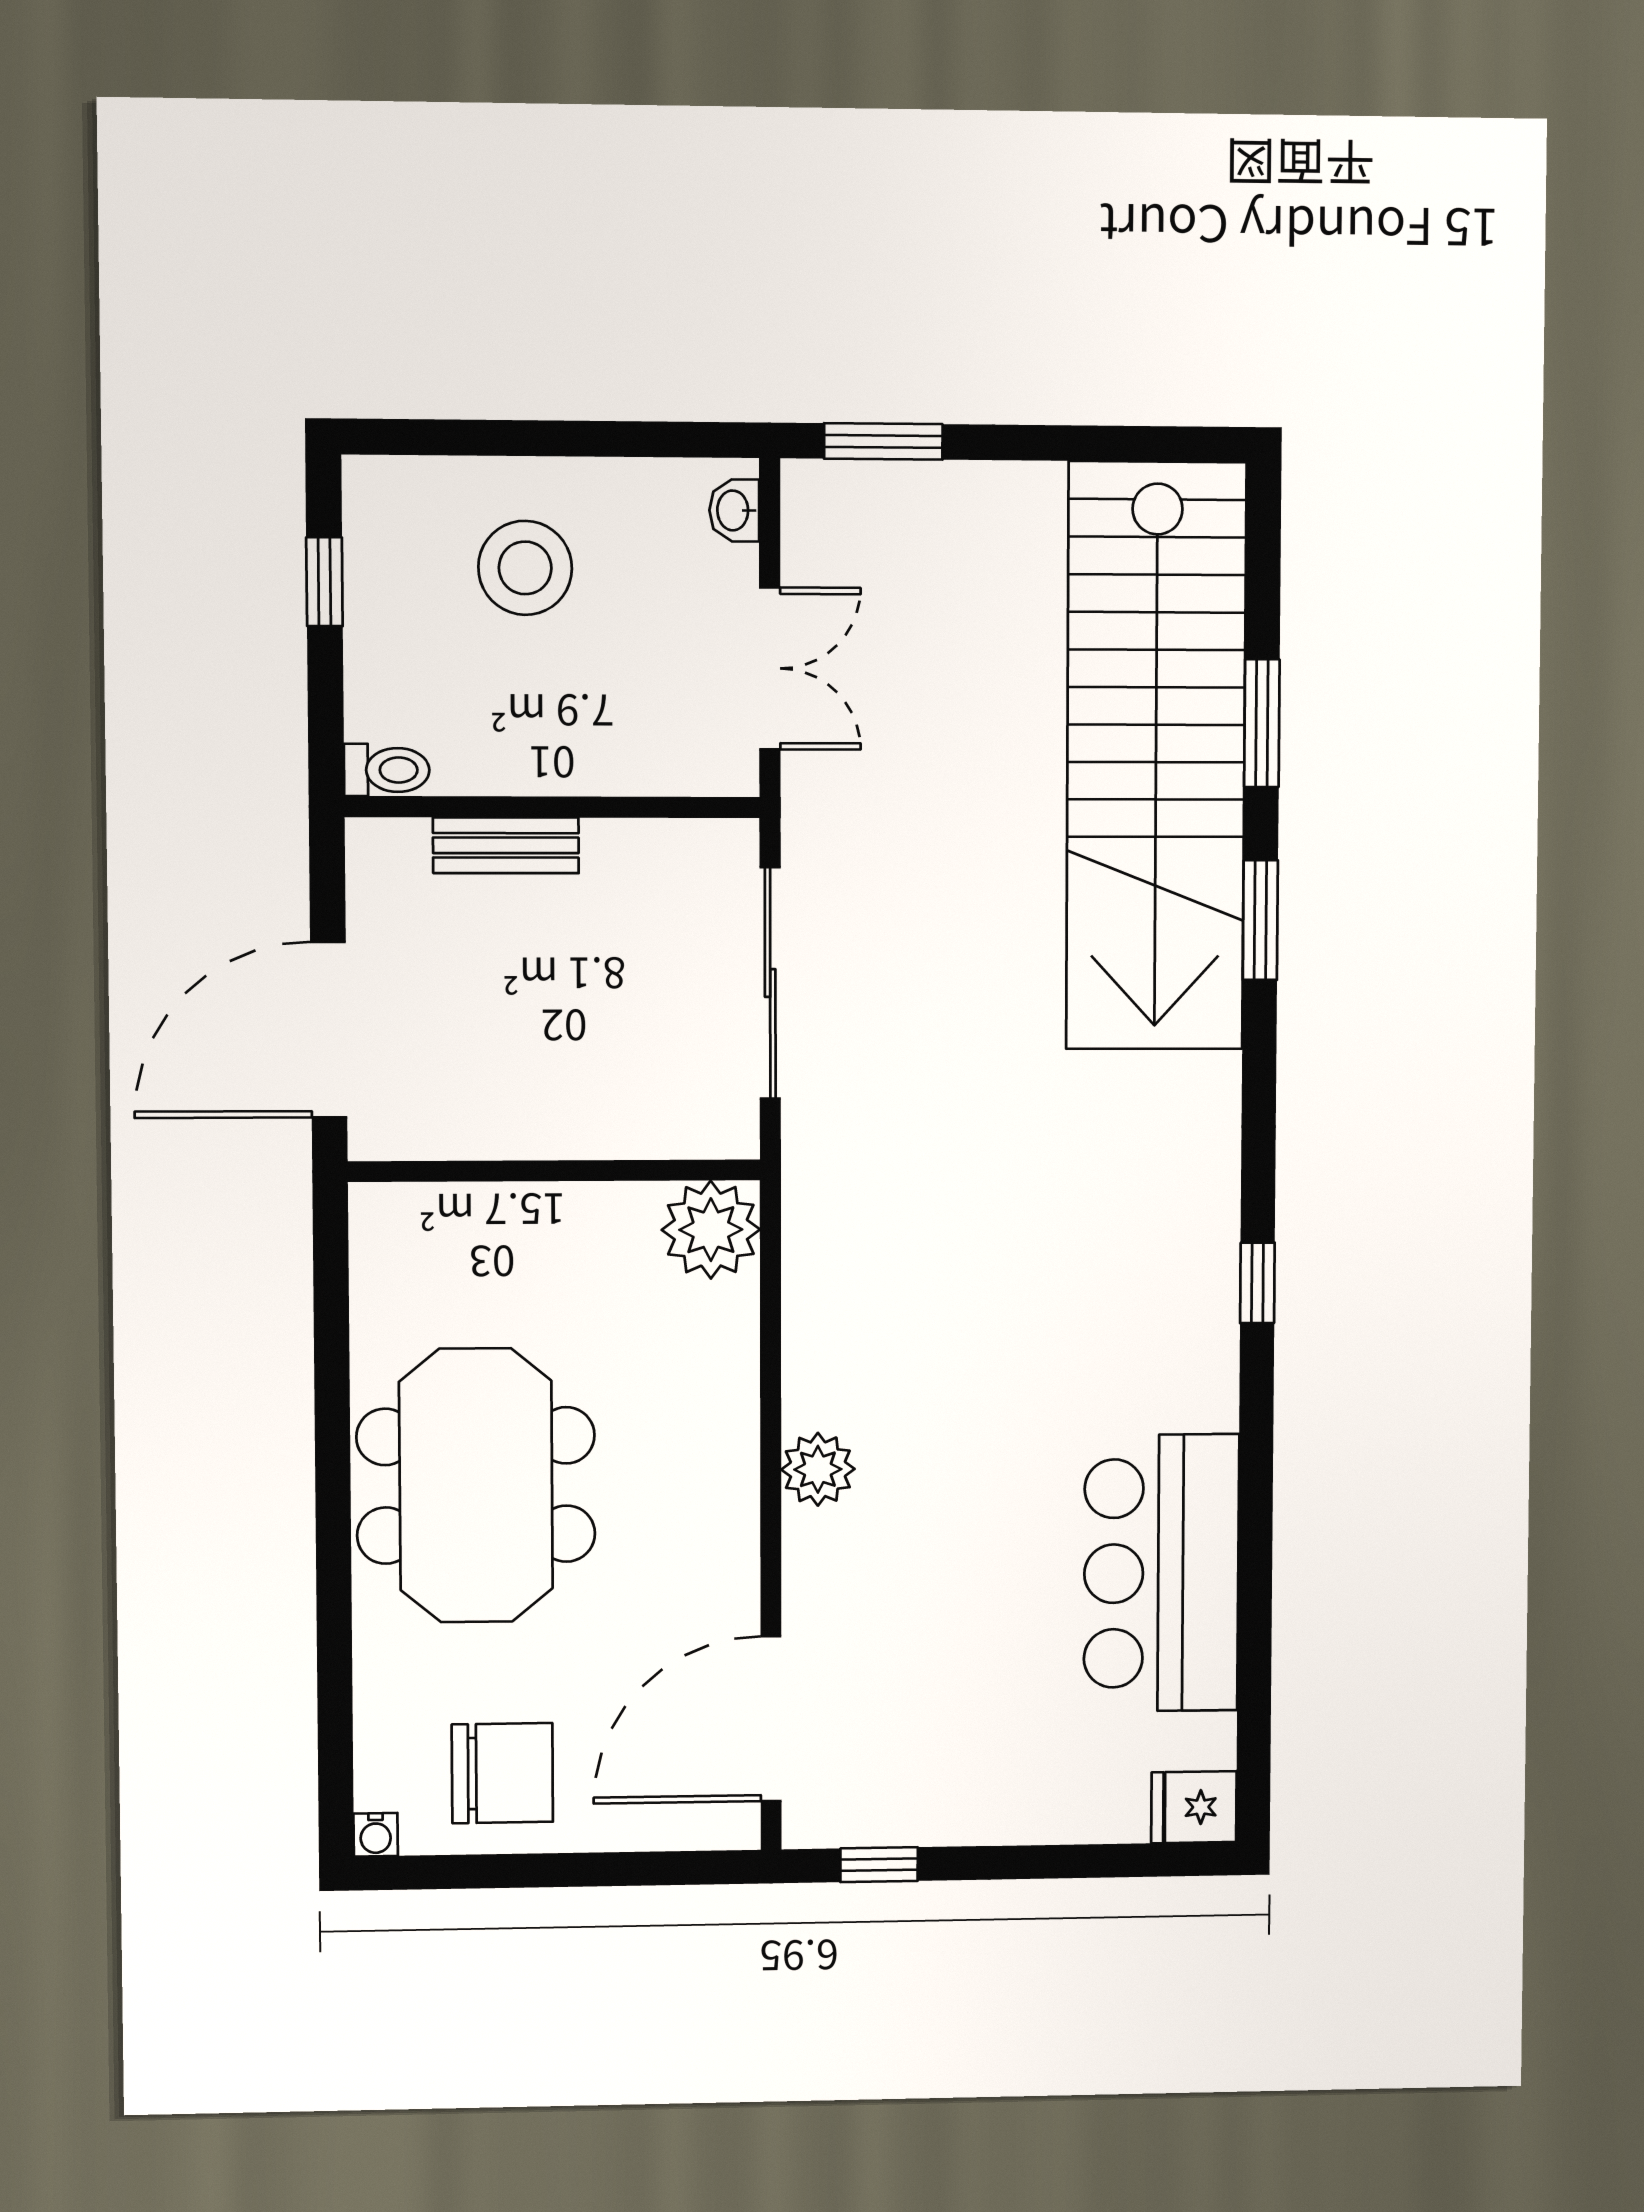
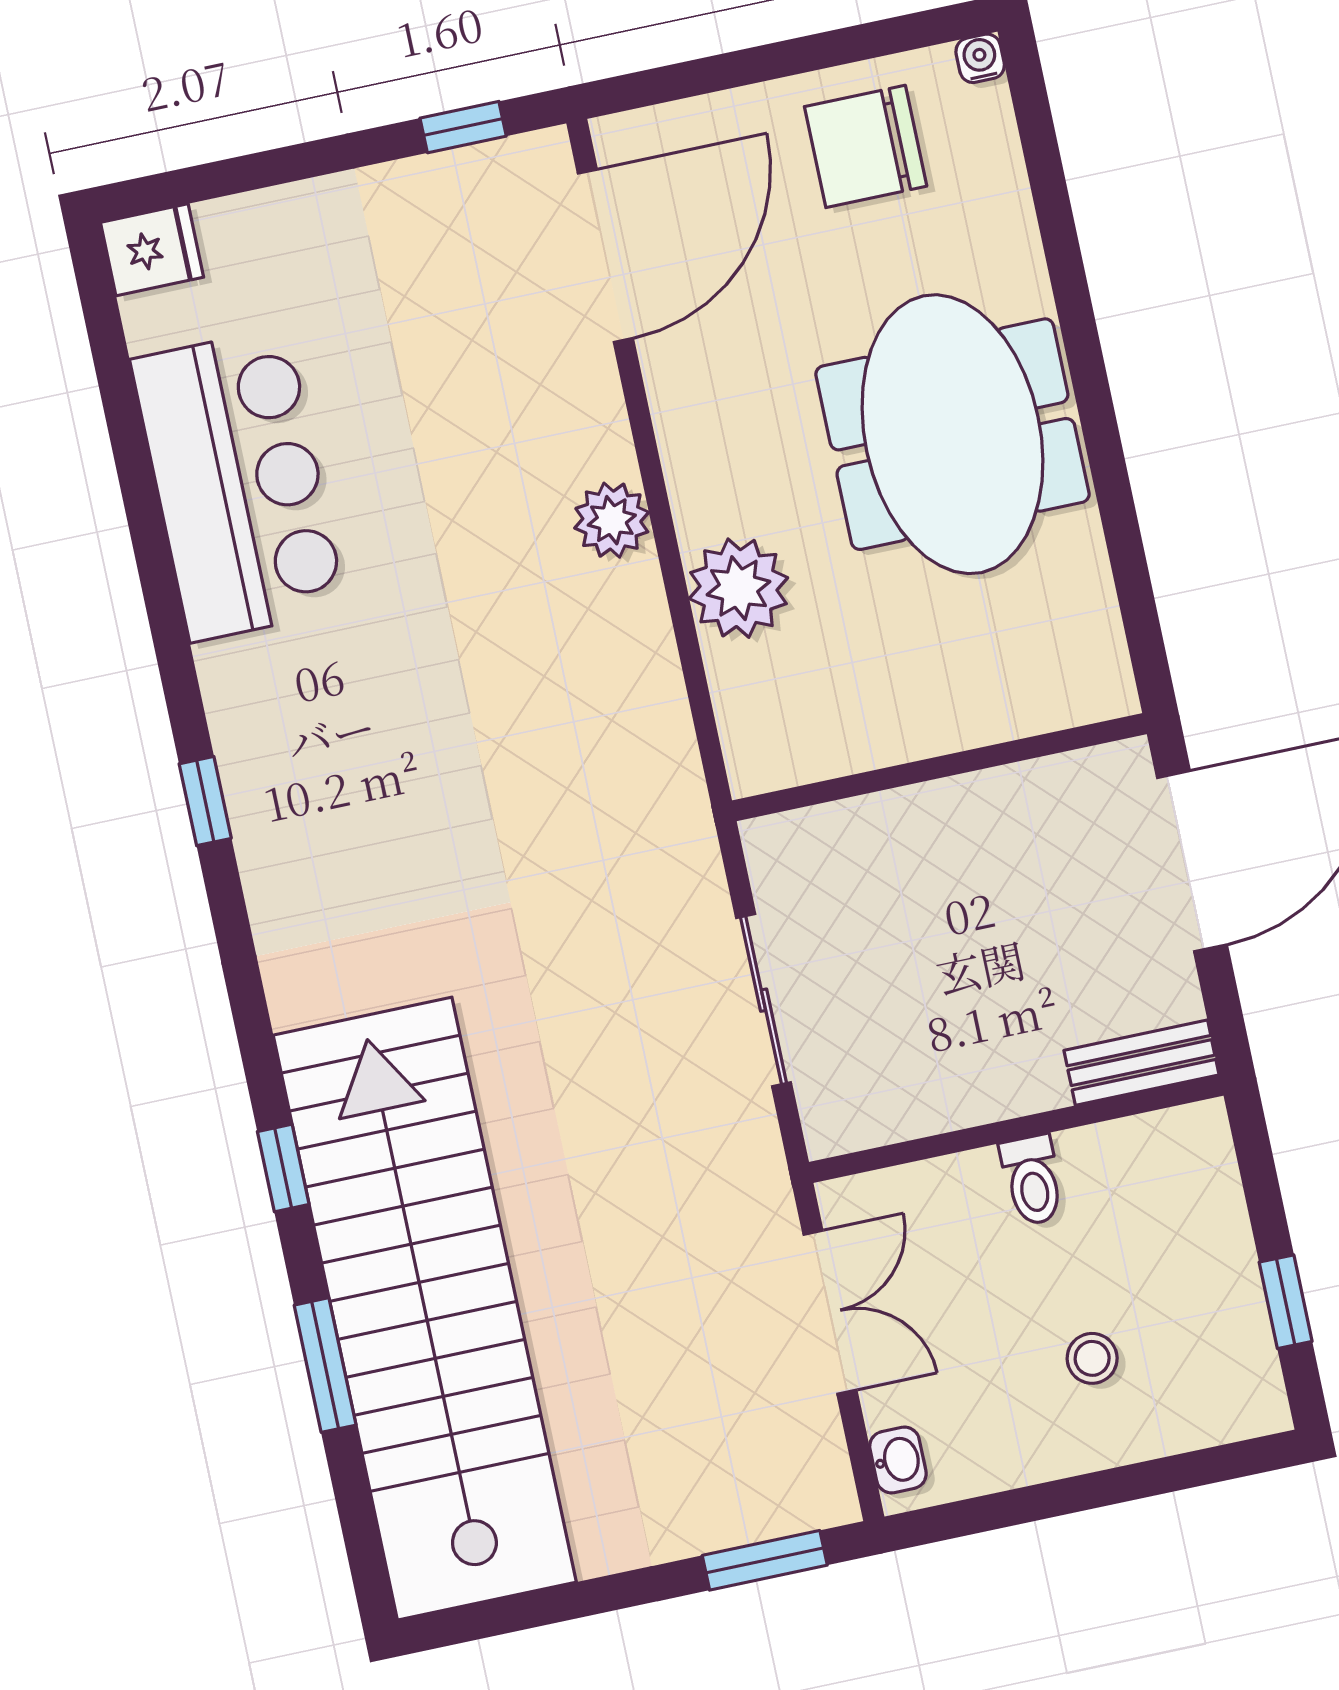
stool: (525, 568) -> (1092, 1358), width x0.53, depth x0.53
double door: (770, 668) -> (830, 1312), swing flipped
toilet: (387, 770) -> (1032, 1180), moved, turned -90
bench: (506, 845) -> (1141, 1063), moved
window: (1260, 920) -> (283, 1168), width x0.67
sliding door: (770, 983) -> (764, 1000), width x0.73
plant: (711, 1230) -> (738, 588), moved

